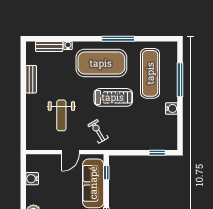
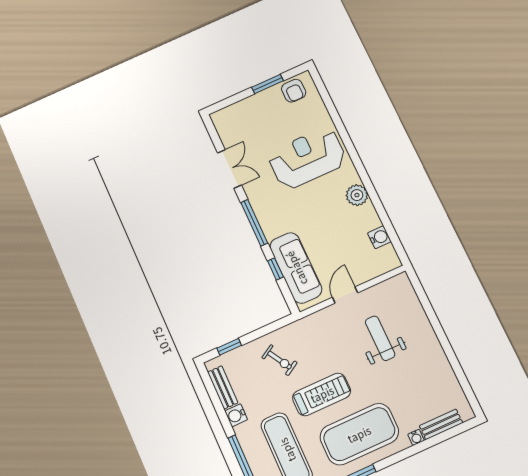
bench: (31, 79) -> (223, 387), moved
treadmill: (113, 97) -> (322, 394), turned 180
exercise bike: (98, 131) -> (279, 360), moved
window: (106, 173) -> (275, 269), moved

